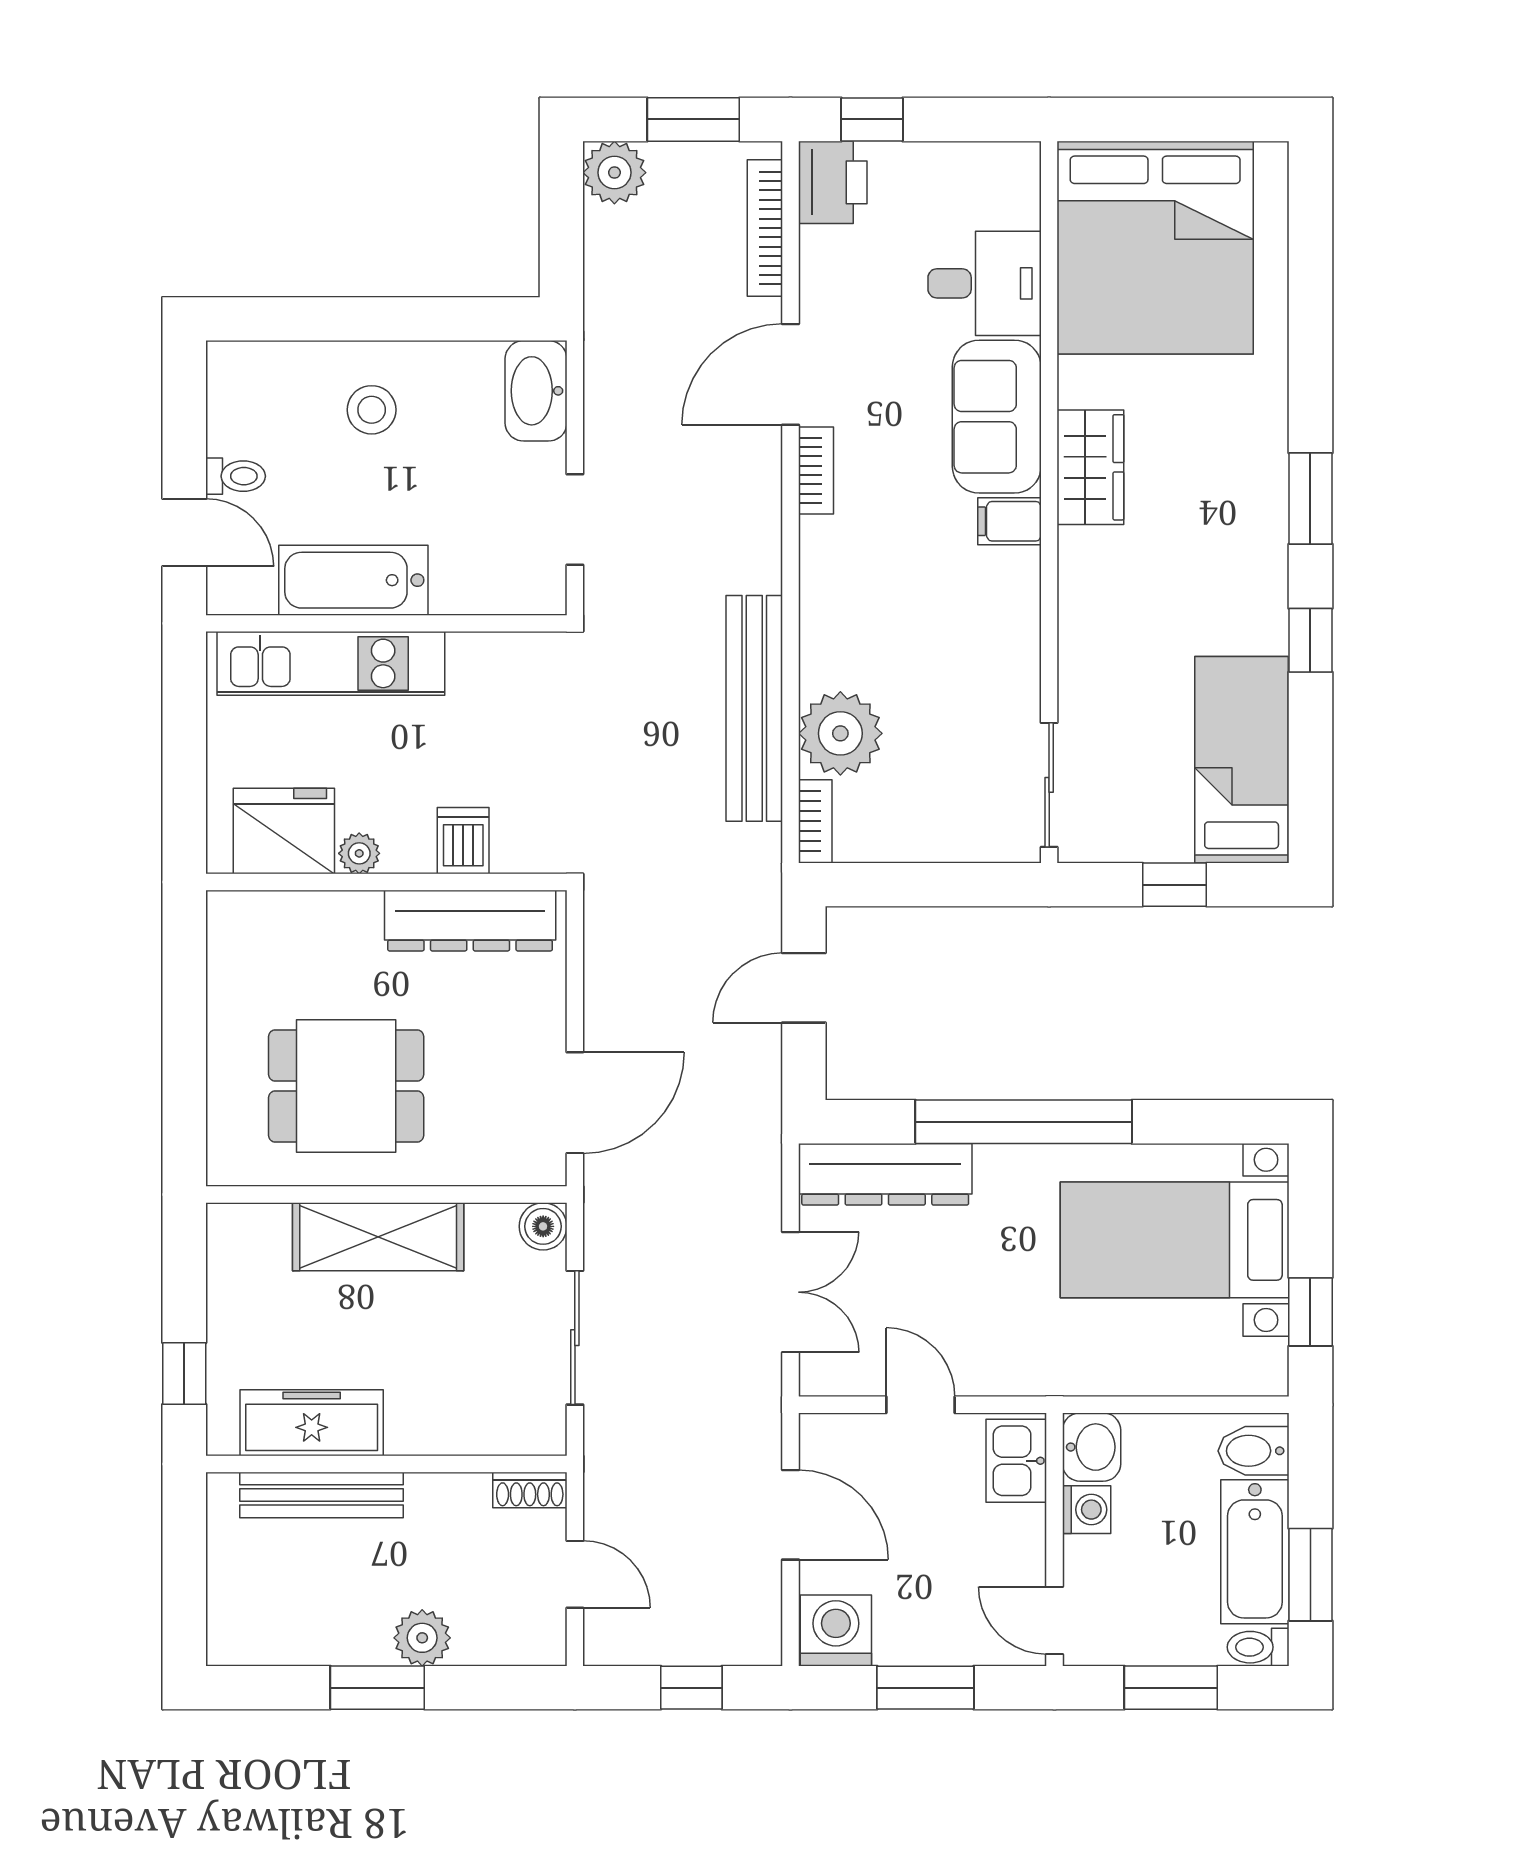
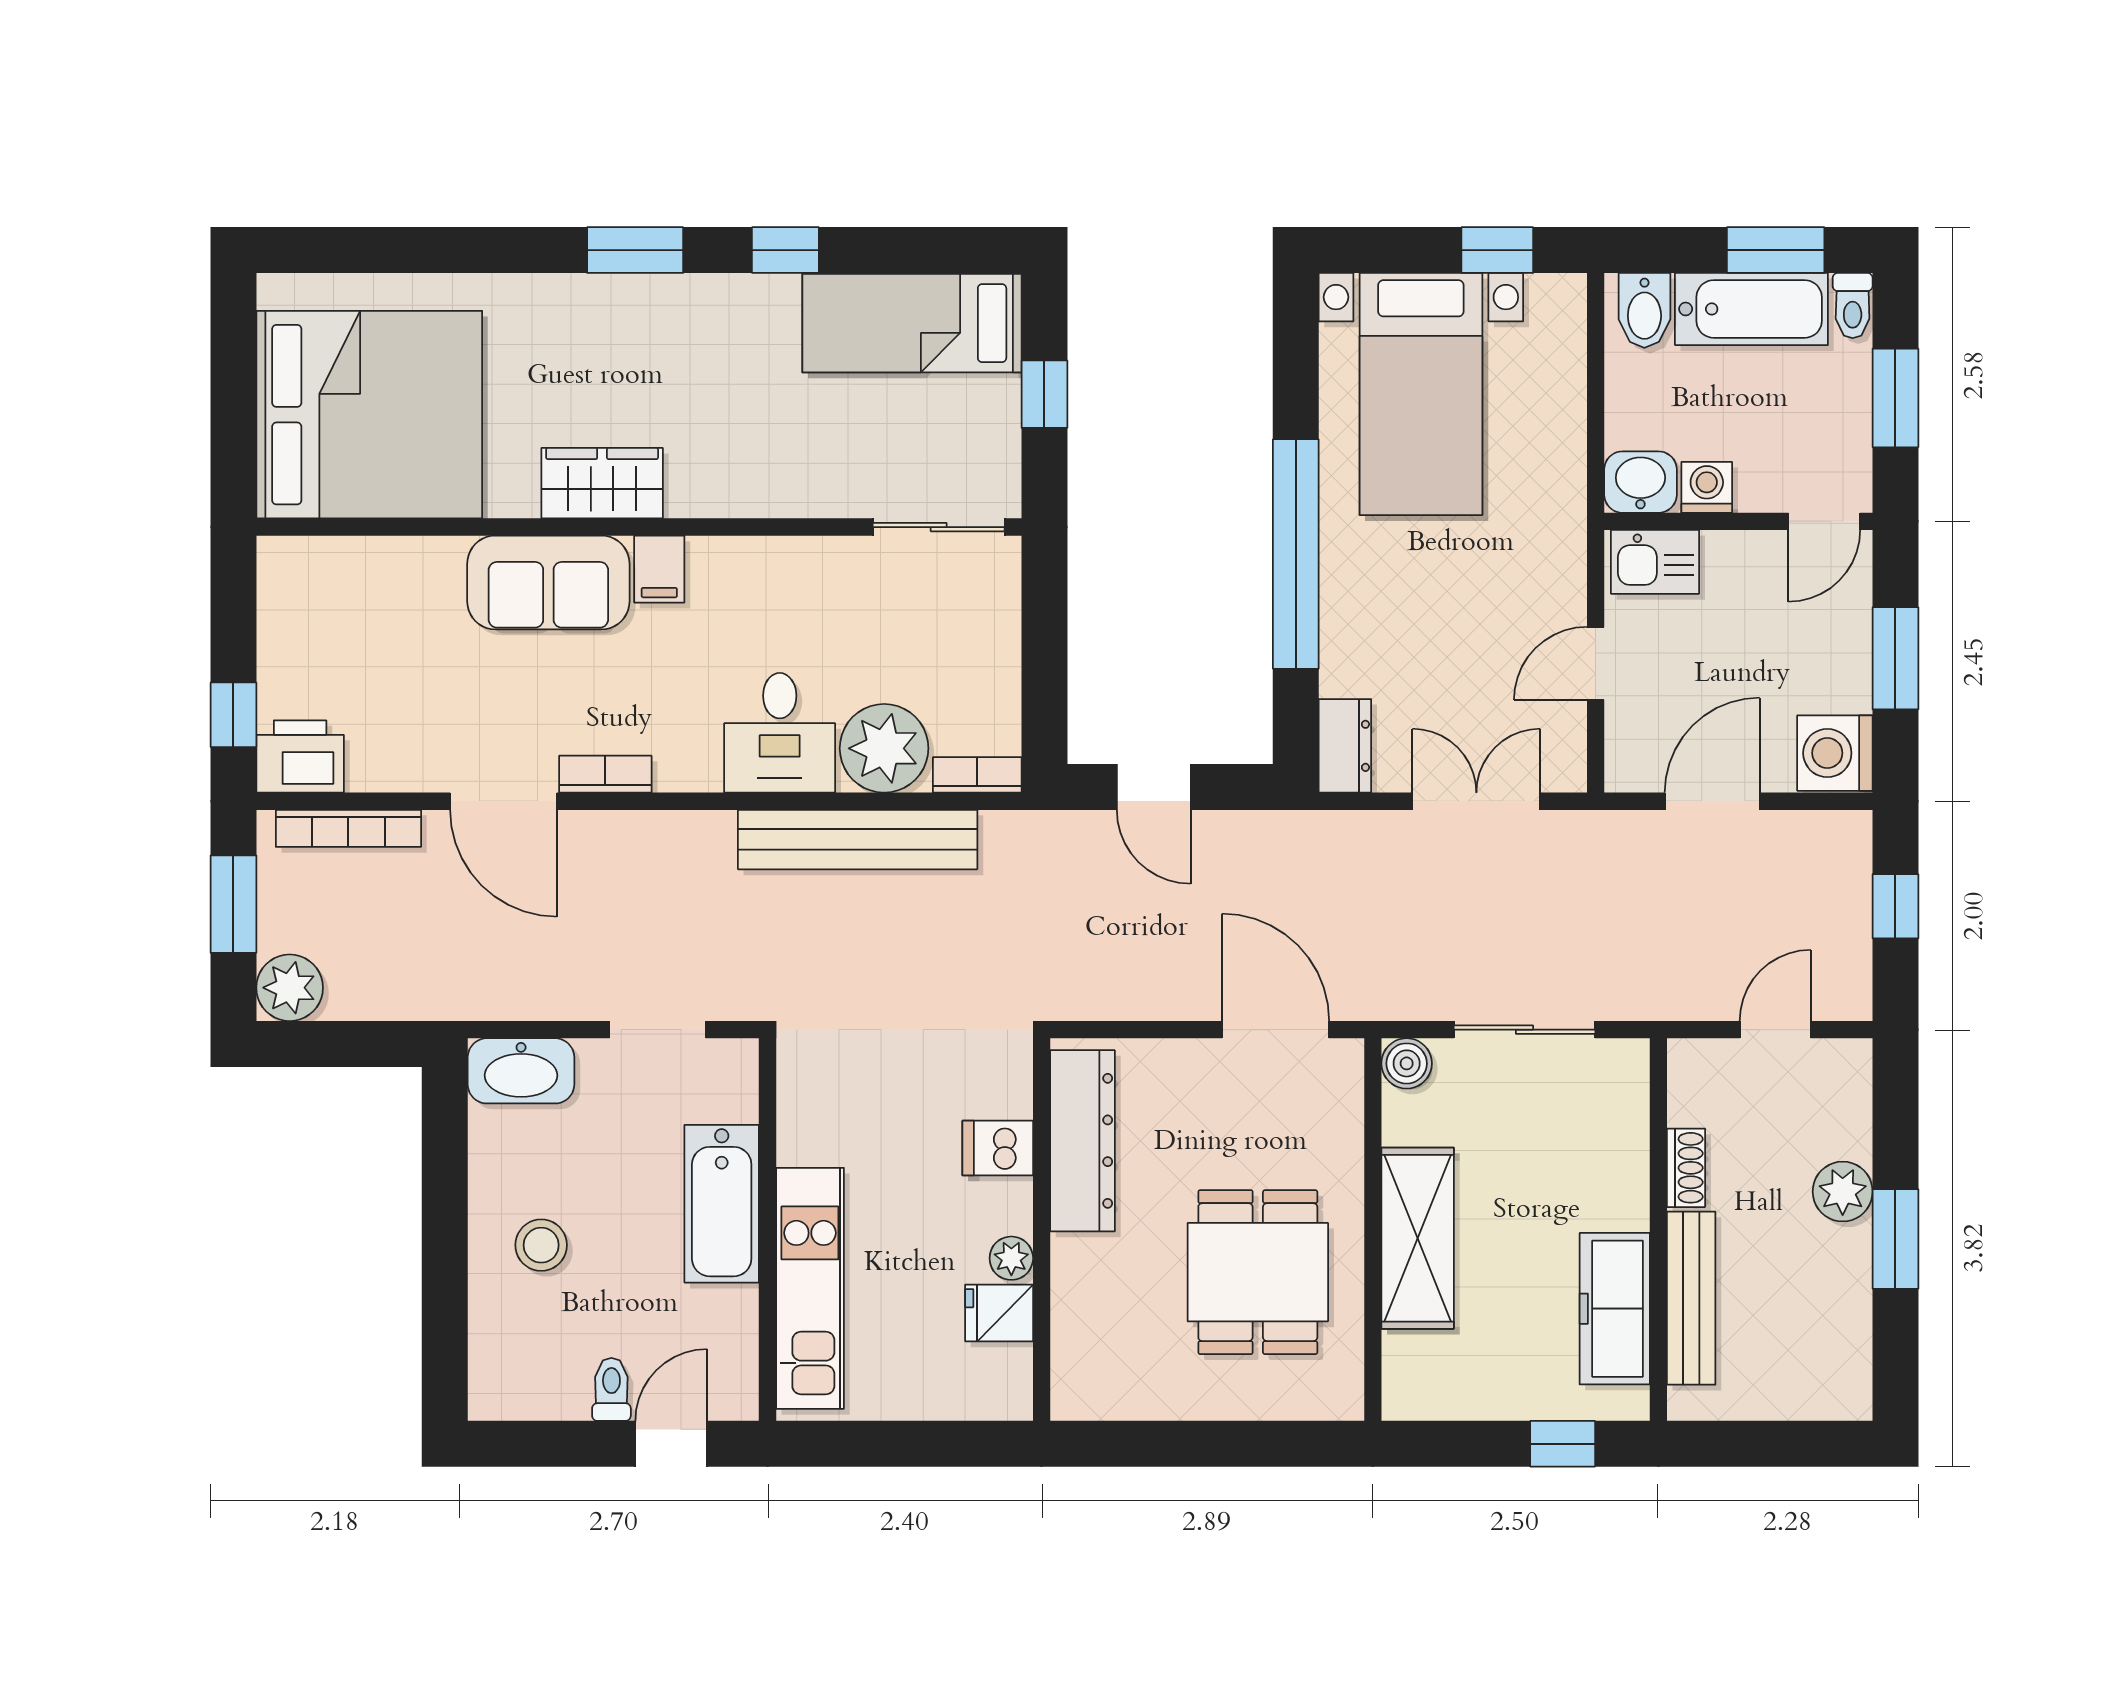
desk: (985, 283) -> (780, 733), moved, turned 180
bathtub: (353, 580) -> (722, 1204), moved
fridge: (284, 831) -> (999, 1313), width x0.53, depth x0.75
dresser: (885, 1174) -> (1345, 746), width x0.51, depth x0.80
shoe rack: (530, 1490) -> (1686, 1168), moved

